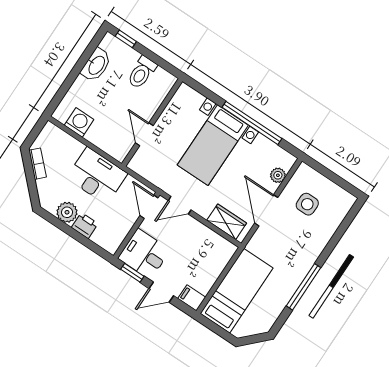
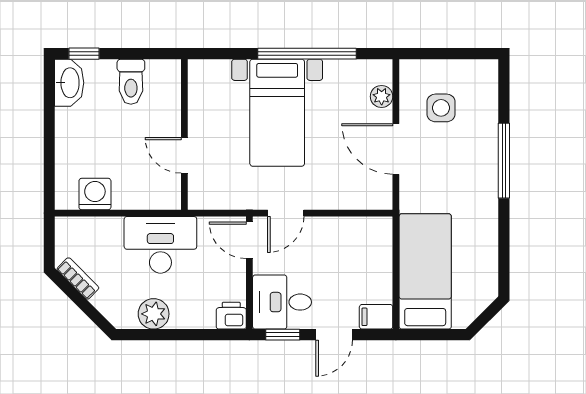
washbasin: (96, 65) -> (69, 83), moved
wardrobe: (227, 222) -> (357, 195), removed
printer: (85, 225) -> (231, 316), moved
window: (303, 287) -> (504, 161), moved

